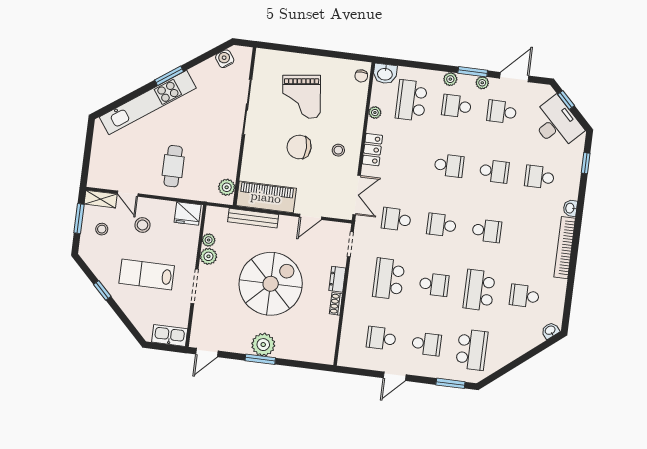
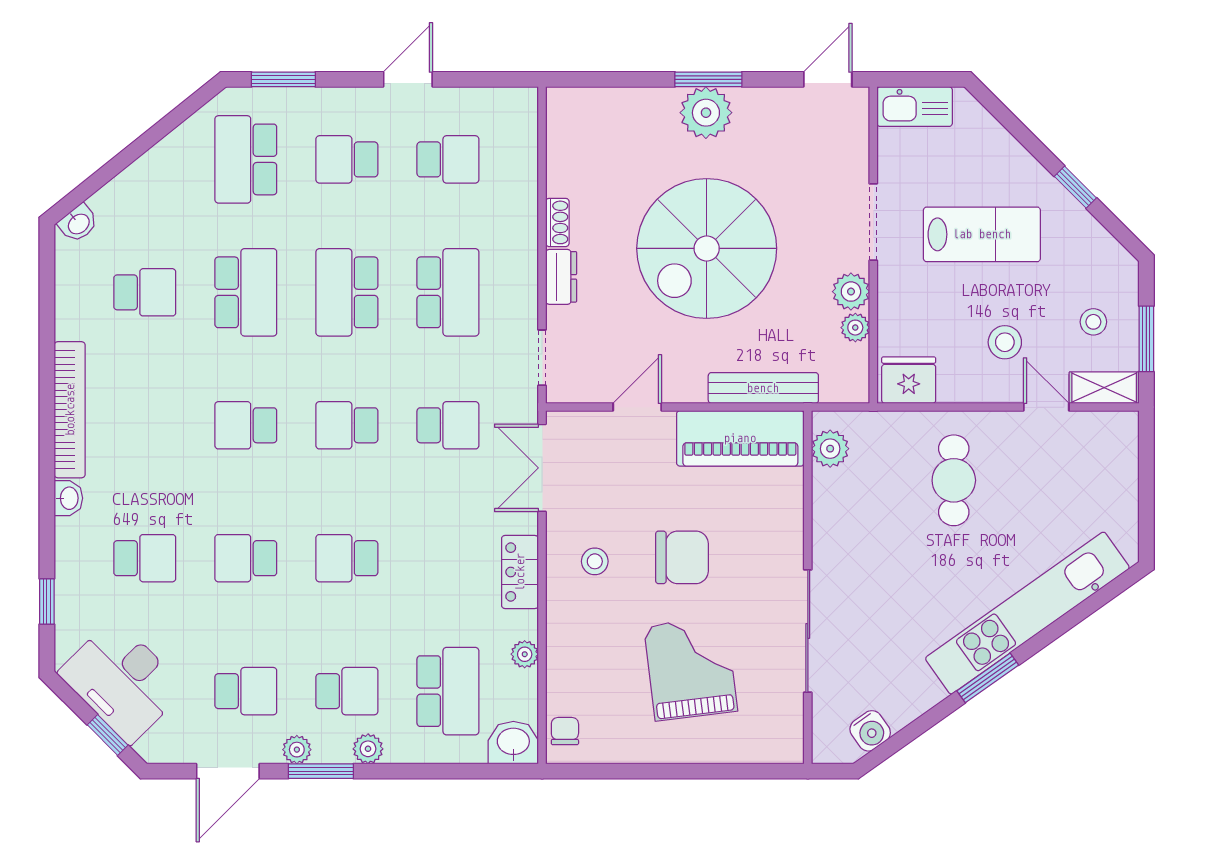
school desk: (442, 225) -> (347, 425), turned 180
school desk: (434, 284) -> (347, 292), width x1.85

